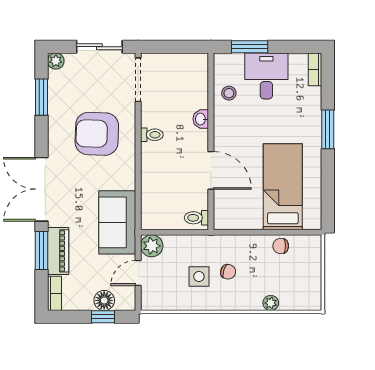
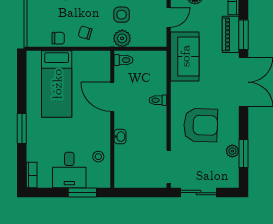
plant: (56, 61) -> (232, 151), moved
toilet: (152, 135) -> (158, 100), moved
plant: (152, 246) -> (122, 38), moved
chair: (228, 272) -> (85, 33), moved

